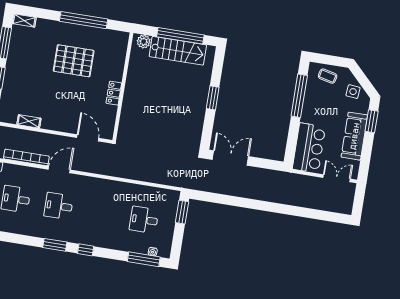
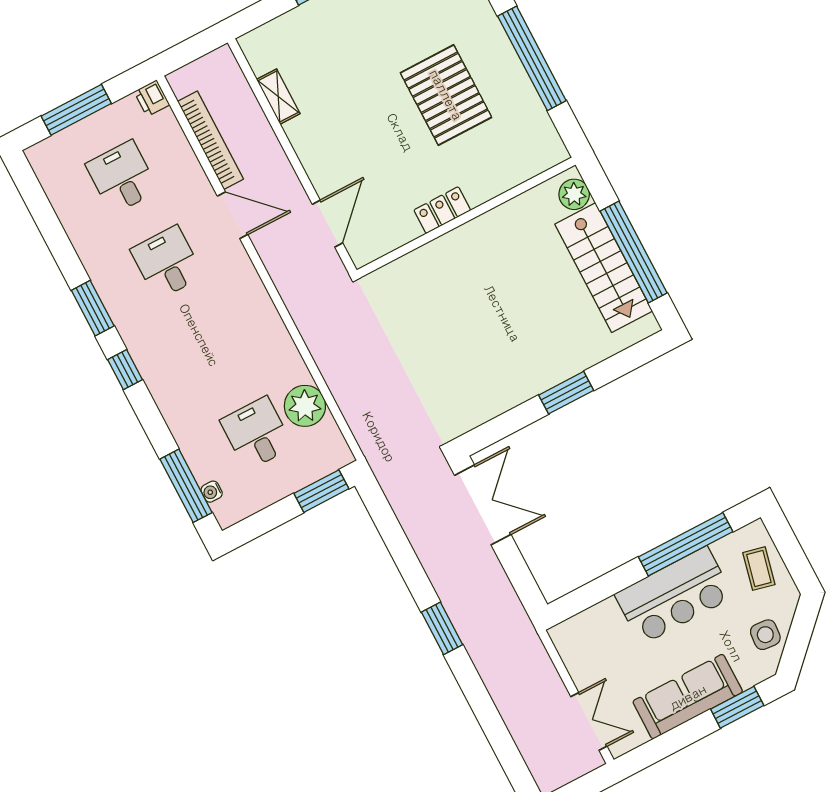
bar counter: (309, 148) -> (674, 596), moved
plant: (147, 195) -> (305, 406), added
window: (264, 206) -> (442, 628), added

